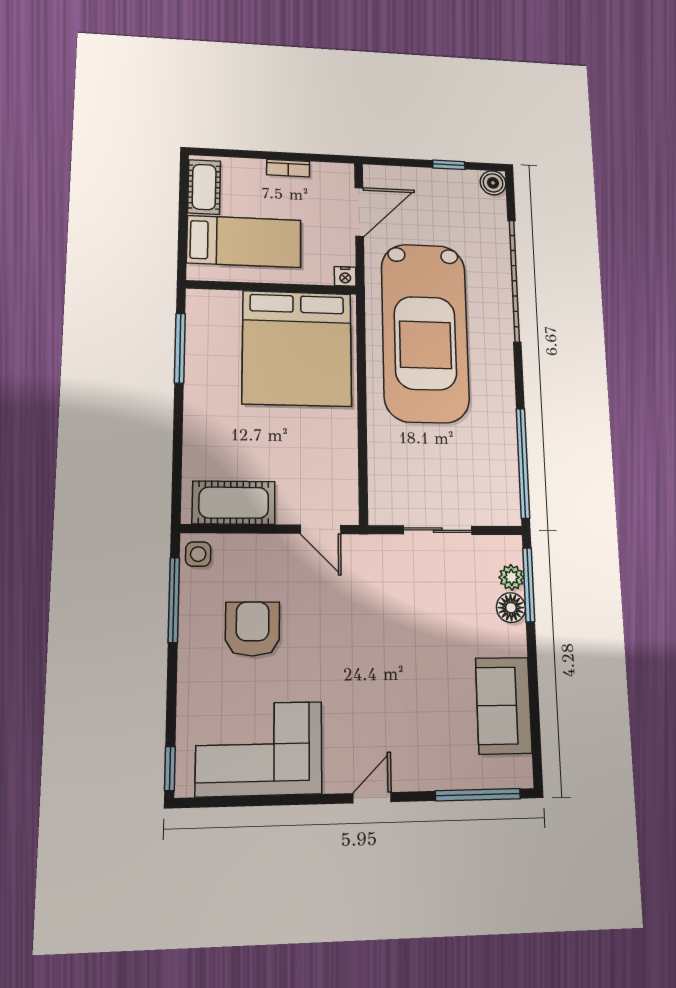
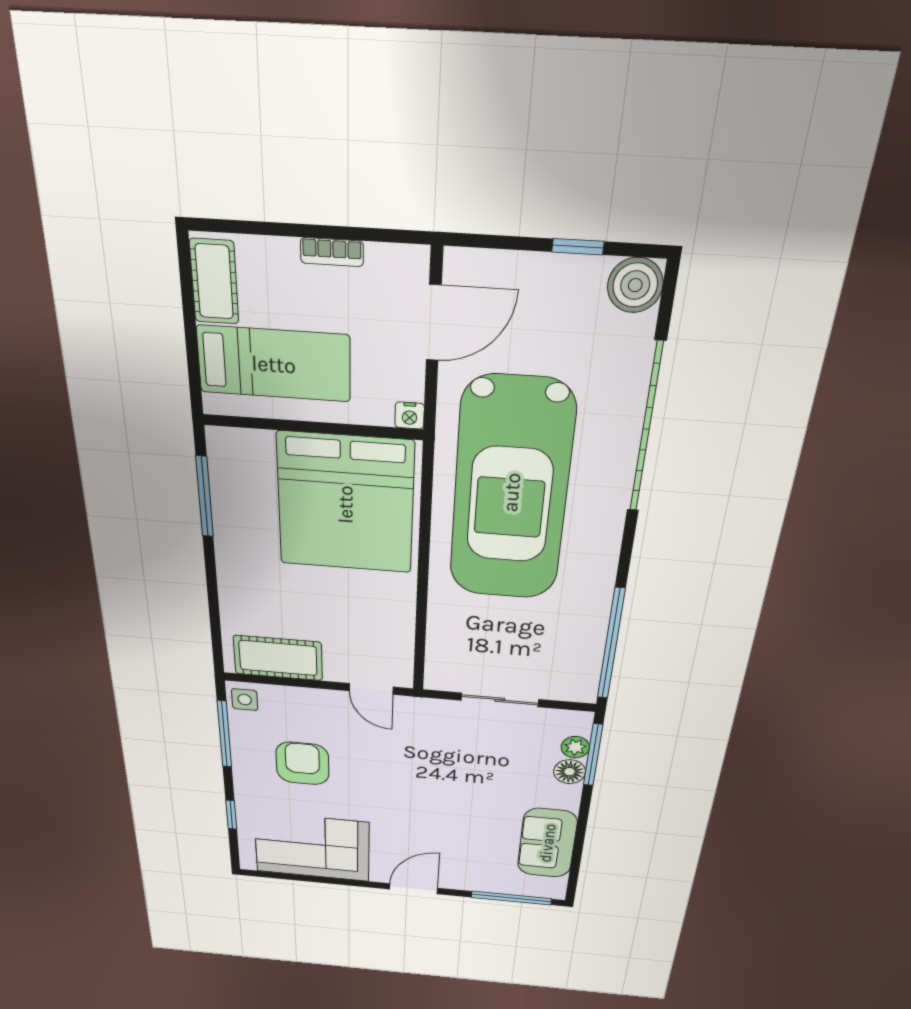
boiler: (493, 183) -> (635, 285), width x1.36, depth x1.36
window: (170, 769) -> (231, 815), moved
door: (372, 798) -> (414, 889), width x1.37

